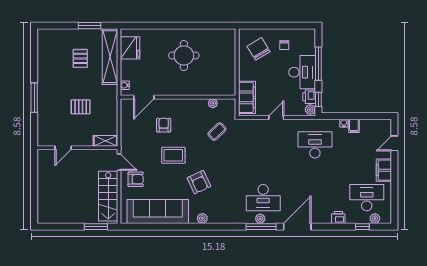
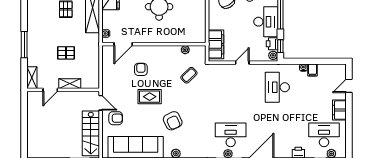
shelving: (43, 134) -> (32, 78), added
shelving: (105, 141) -> (70, 84), moved
desk: (315, 145) -> (277, 87), turned -90
desk: (263, 198) -> (231, 135), turned 180

